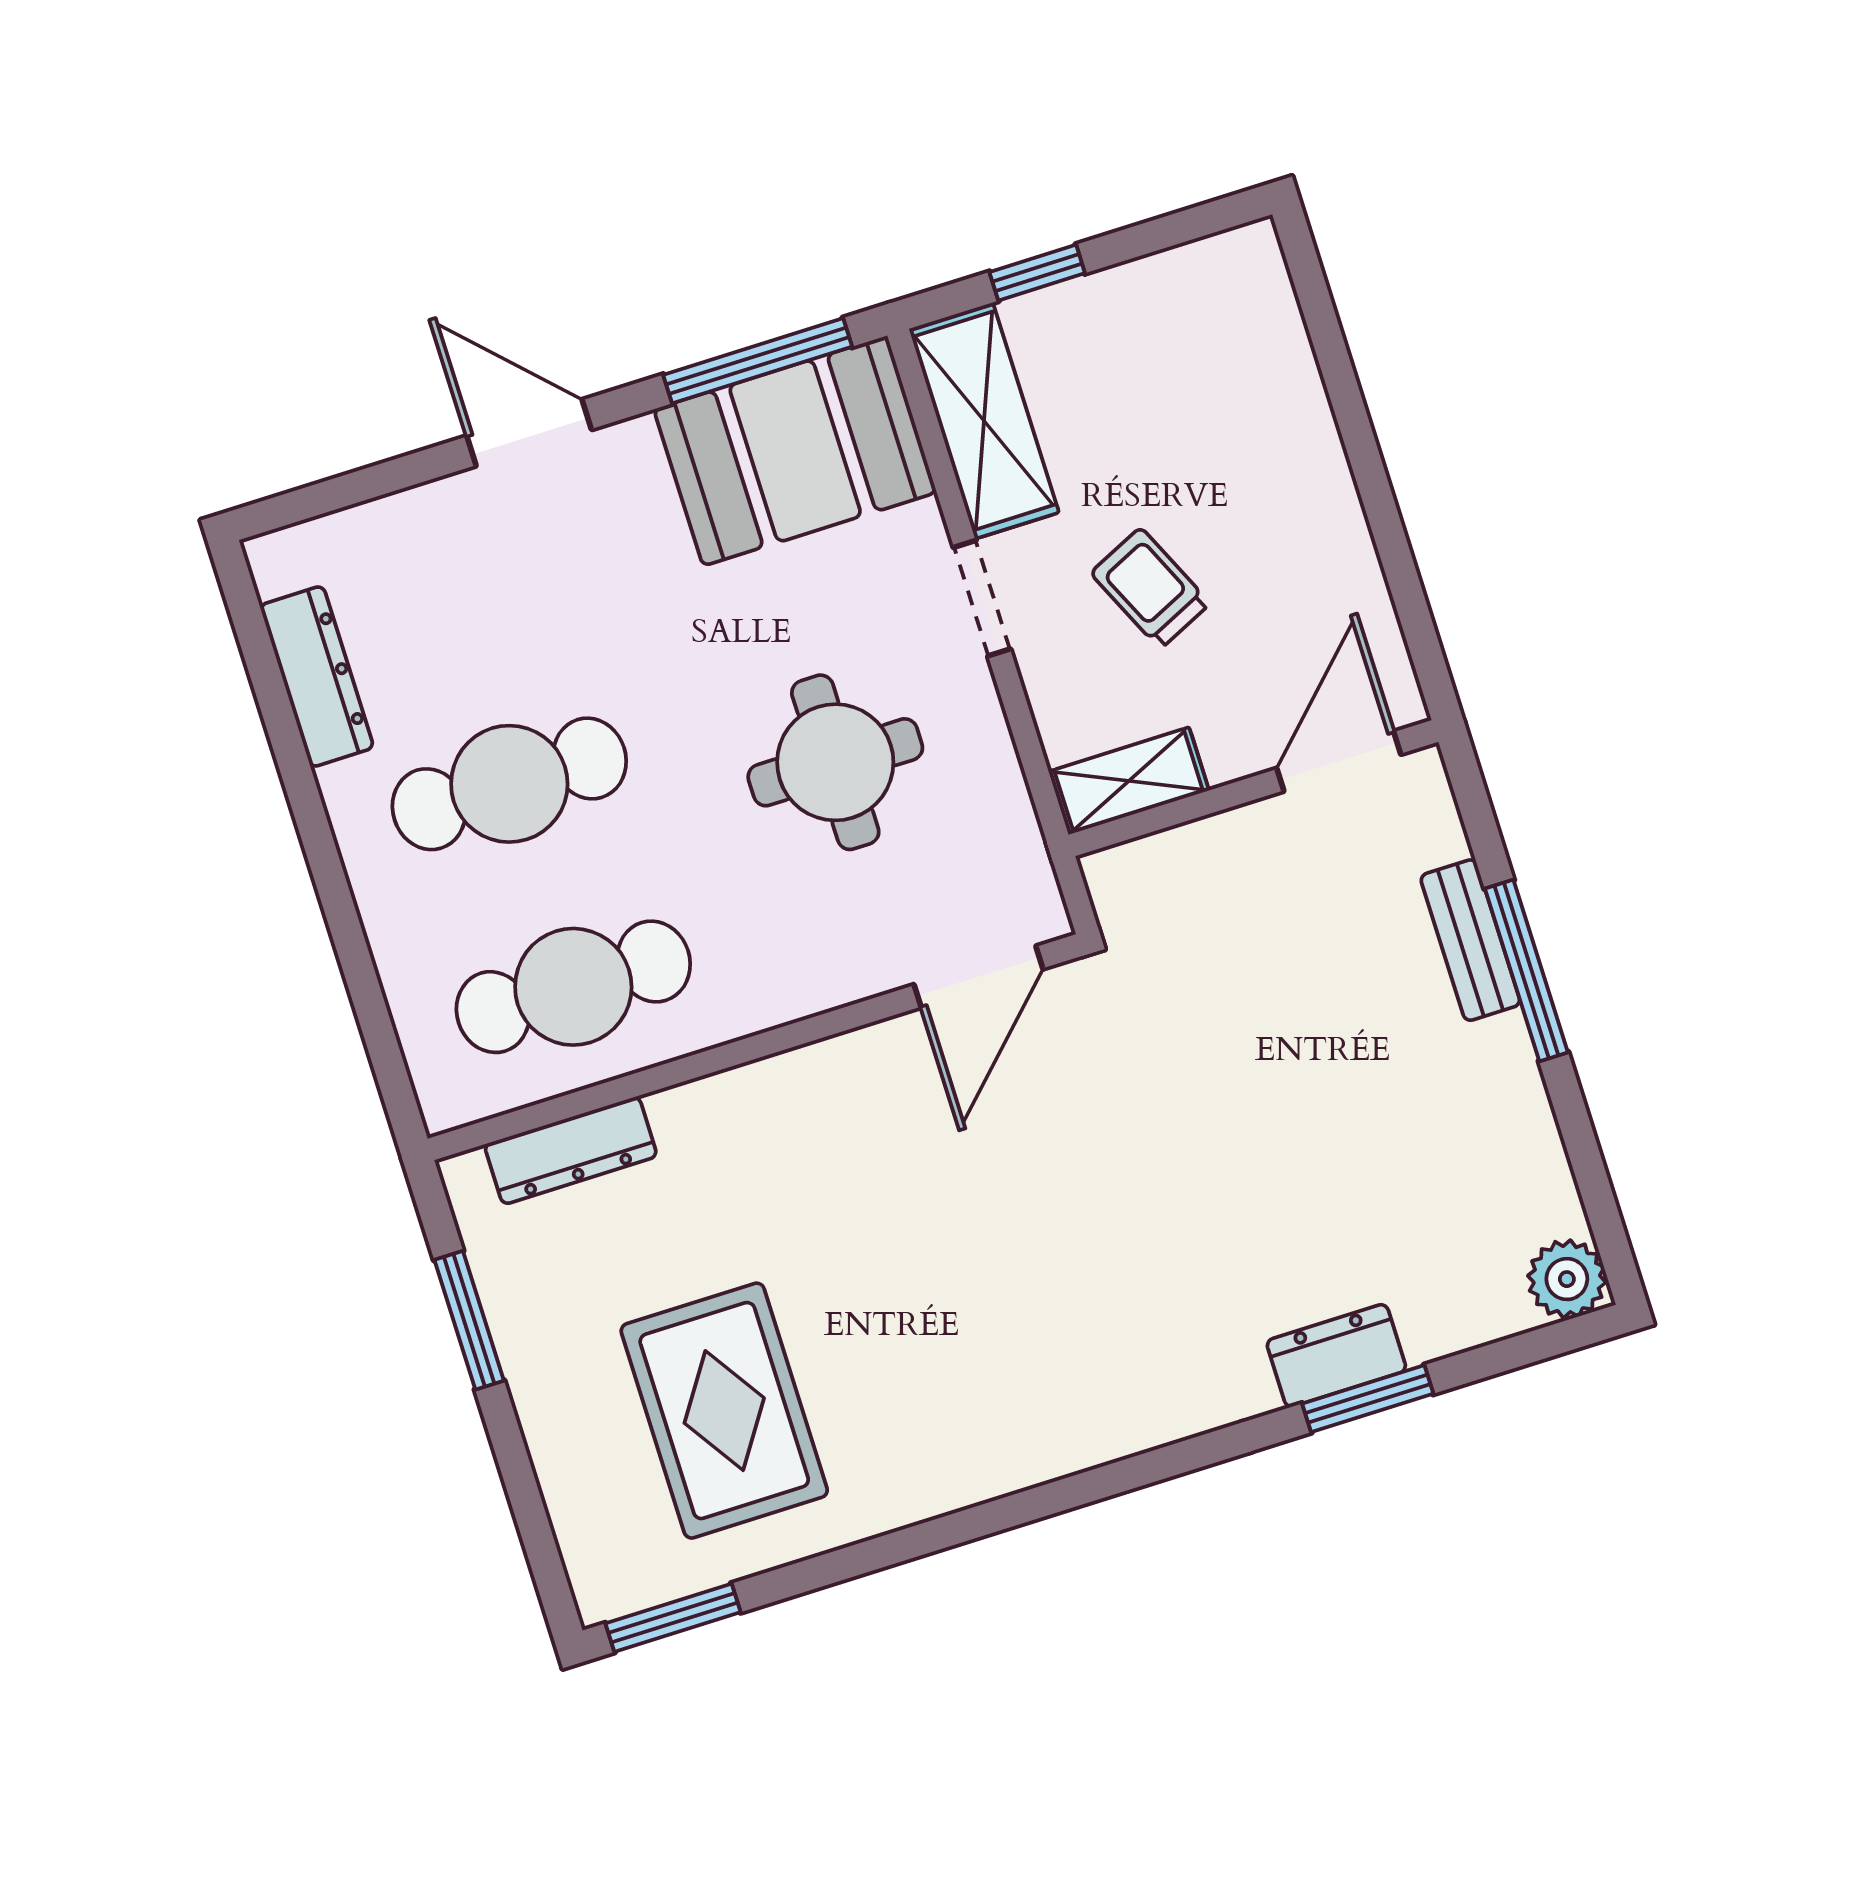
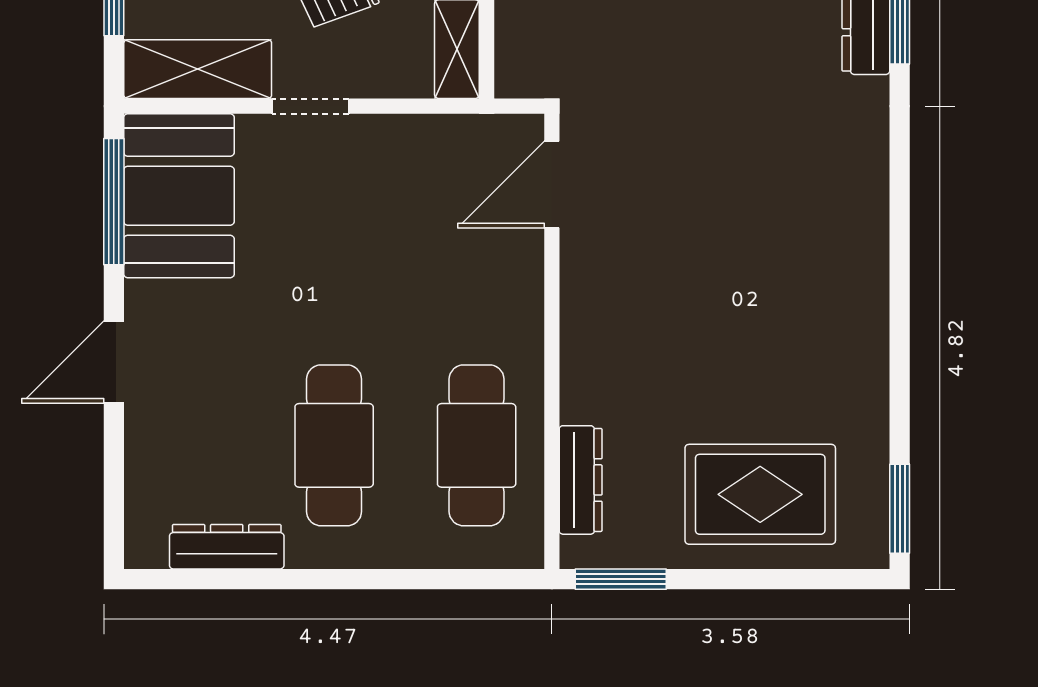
round table: (835, 762) -> (386, 233), removed
door: (979, 977) -> (552, 185), swing flipped
window: (469, 1320) -> (621, 579), moved
rug: (724, 1411) -> (760, 494), moved

